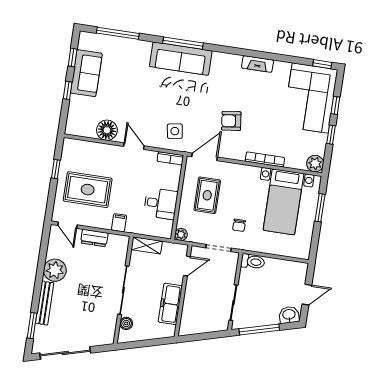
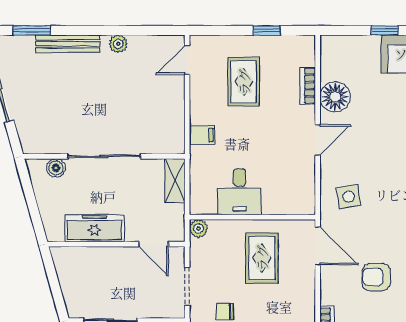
armchair: (231, 121) -> (376, 277), turned -83
bookcase: (170, 158) -> (308, 86), moved
rug: (88, 190) -> (244, 82), width x0.73, depth x0.70
rug: (207, 195) -> (262, 258), turned 90
dresser: (94, 238) -> (174, 102), removed
plant: (55, 270) -> (118, 44), width x0.53, depth x0.53

